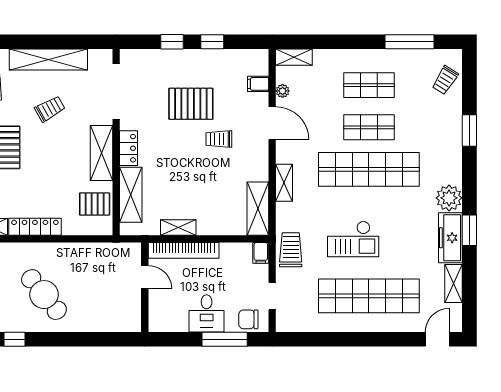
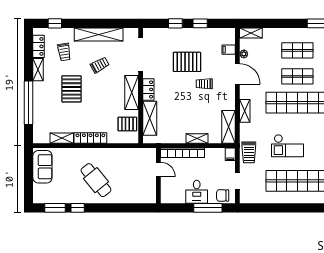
shelving: (178, 227) -> (197, 139), moved
trolley: (291, 250) -> (249, 152), turned 180

